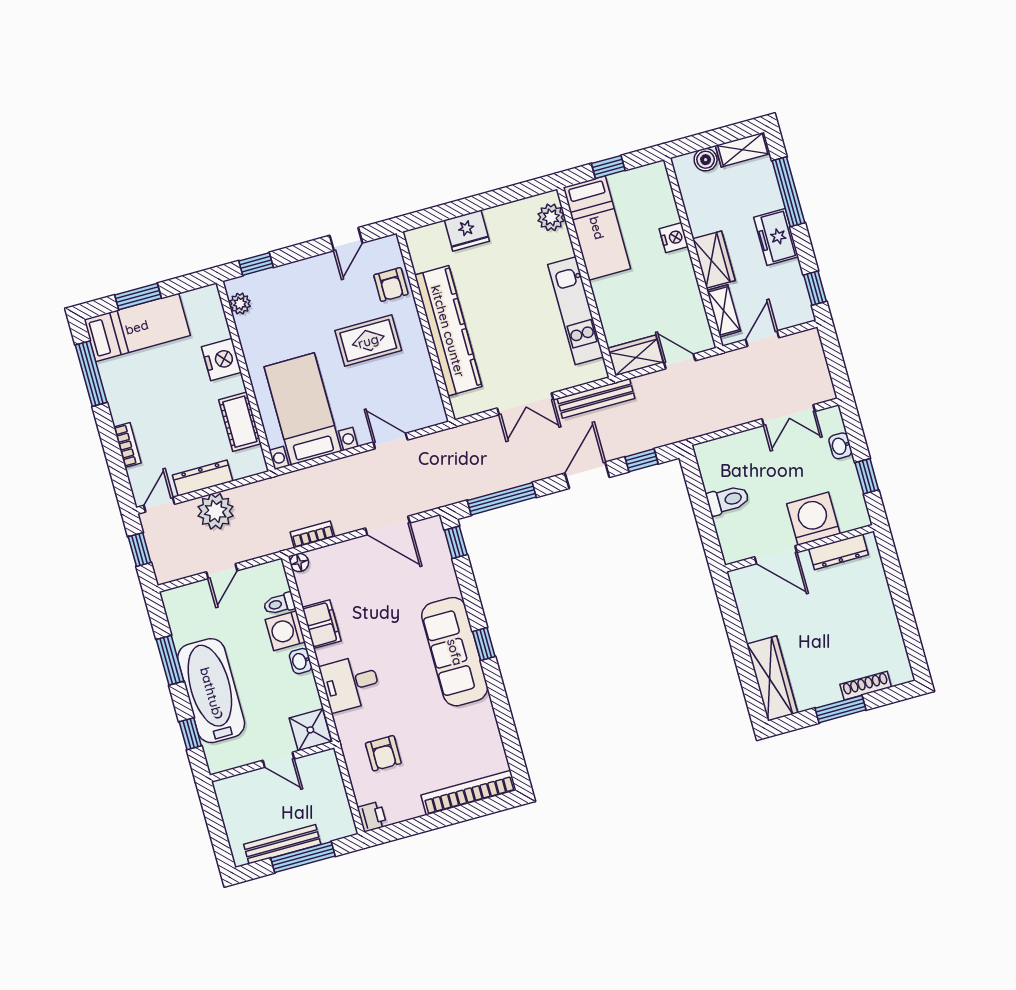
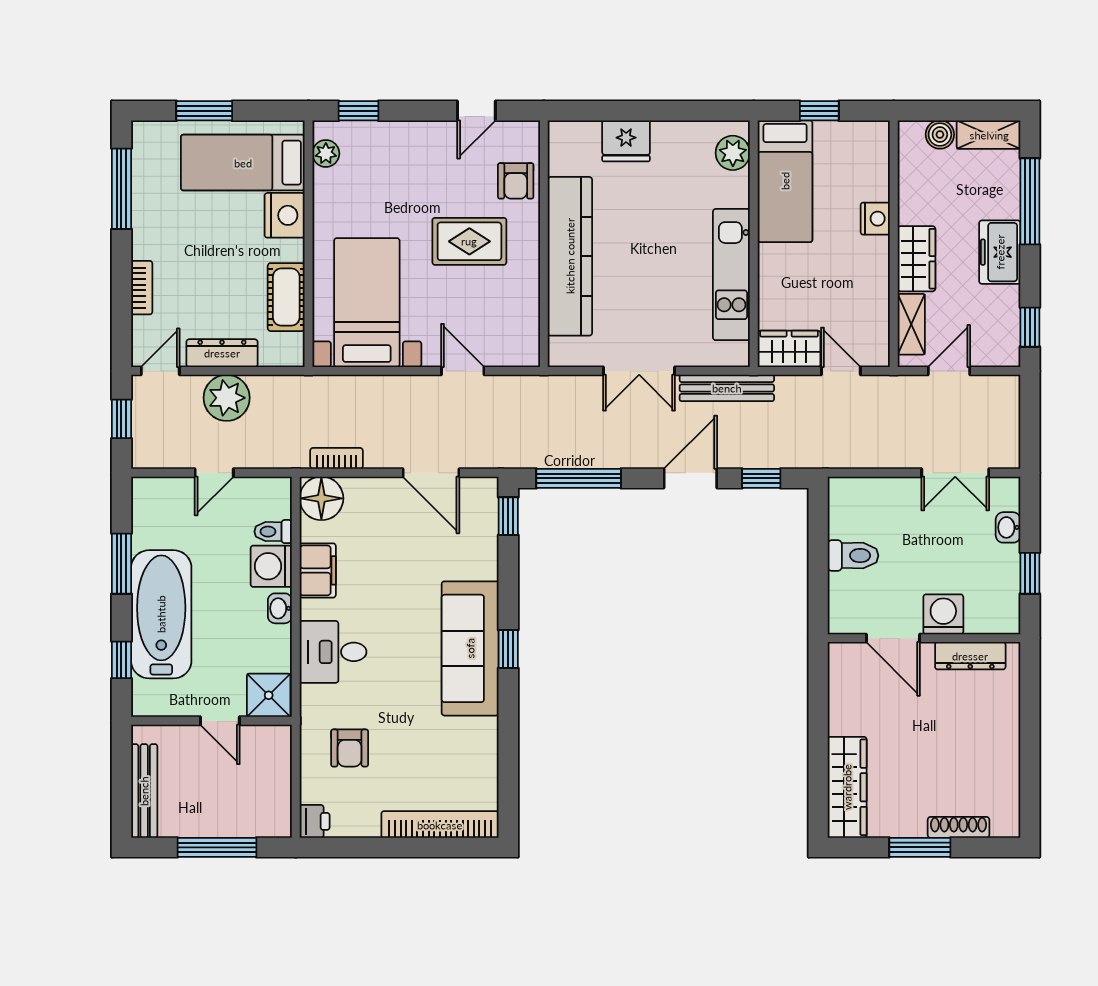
bed: (137, 327) -> (243, 163), moved, turned 180
washing machine: (813, 519) -> (943, 614), width x0.73, depth x0.73
floor lamp: (299, 563) -> (321, 498), width x1.89, depth x1.89
bench: (282, 844) -> (144, 791), moved, turned 90

